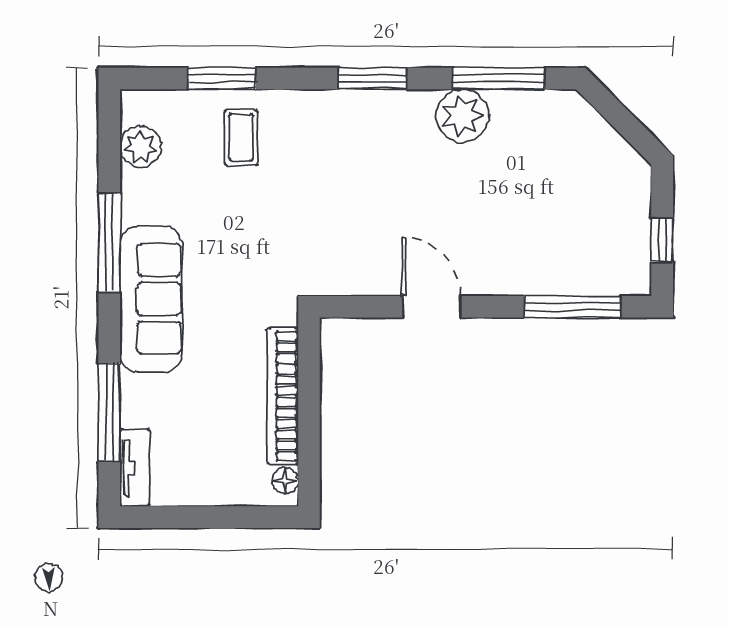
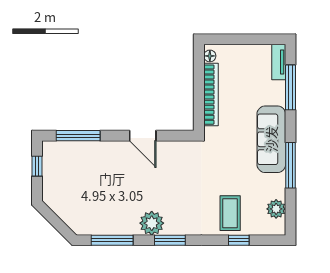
window: (222, 78) -> (239, 240), width x0.67
plant: (462, 116) -> (152, 223), moved
coffee table: (241, 137) -> (230, 213), width x1.36, depth x1.30

